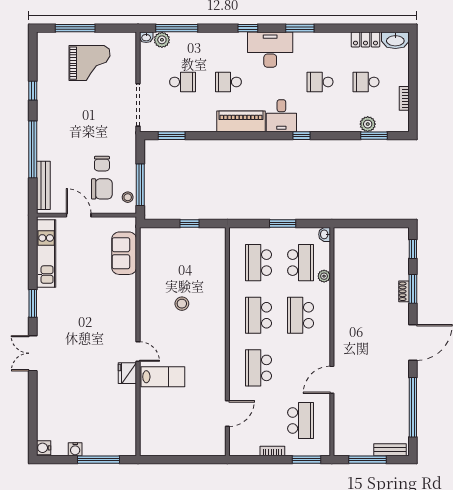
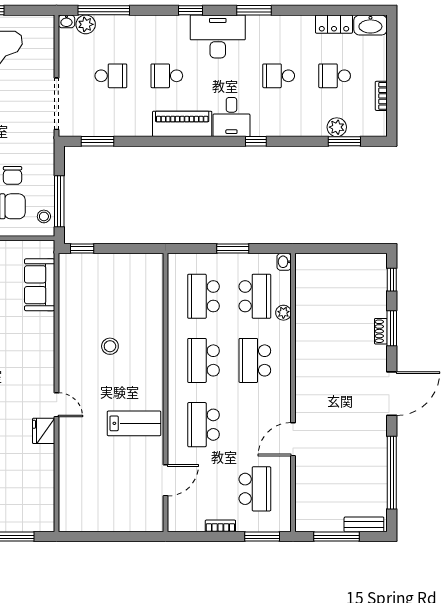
window: (190, 223) -> (82, 248), moved
lab bench: (163, 377) -> (134, 423), moved

